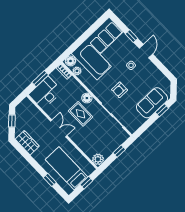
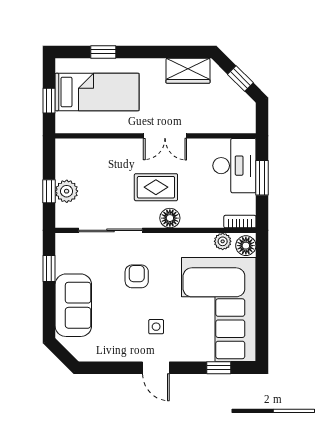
window: (132, 36) -> (219, 368), moved
window: (162, 110) -> (49, 268), moved
plant: (98, 159) -> (67, 191), moved

